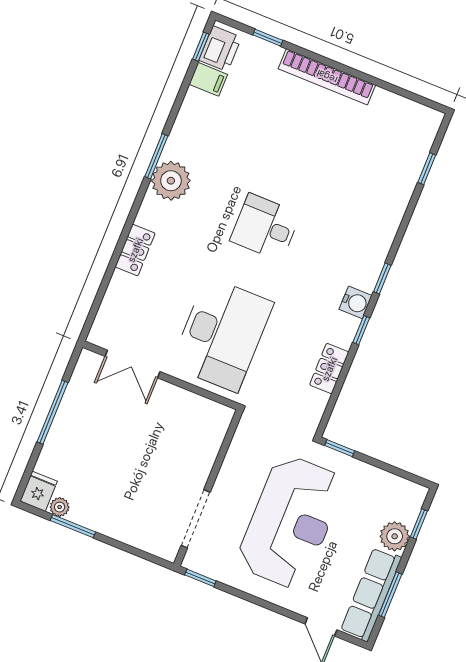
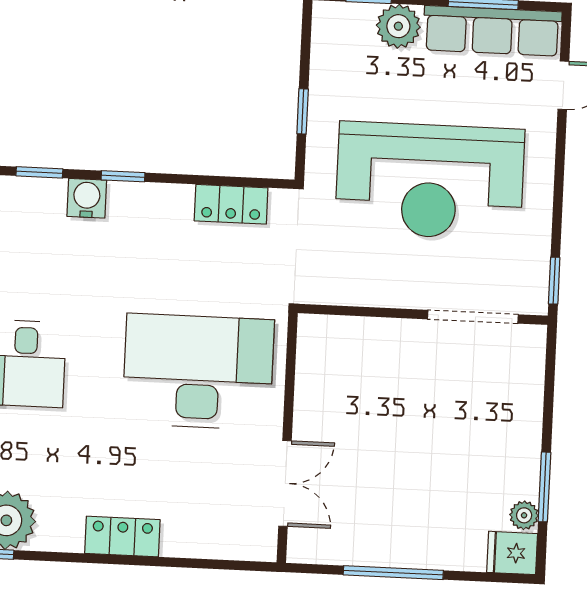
locker: (329, 369) -> (231, 204), moved
window: (340, 448) -> (303, 111), moved
reception desk: (291, 522) -> (430, 181), turned 180

